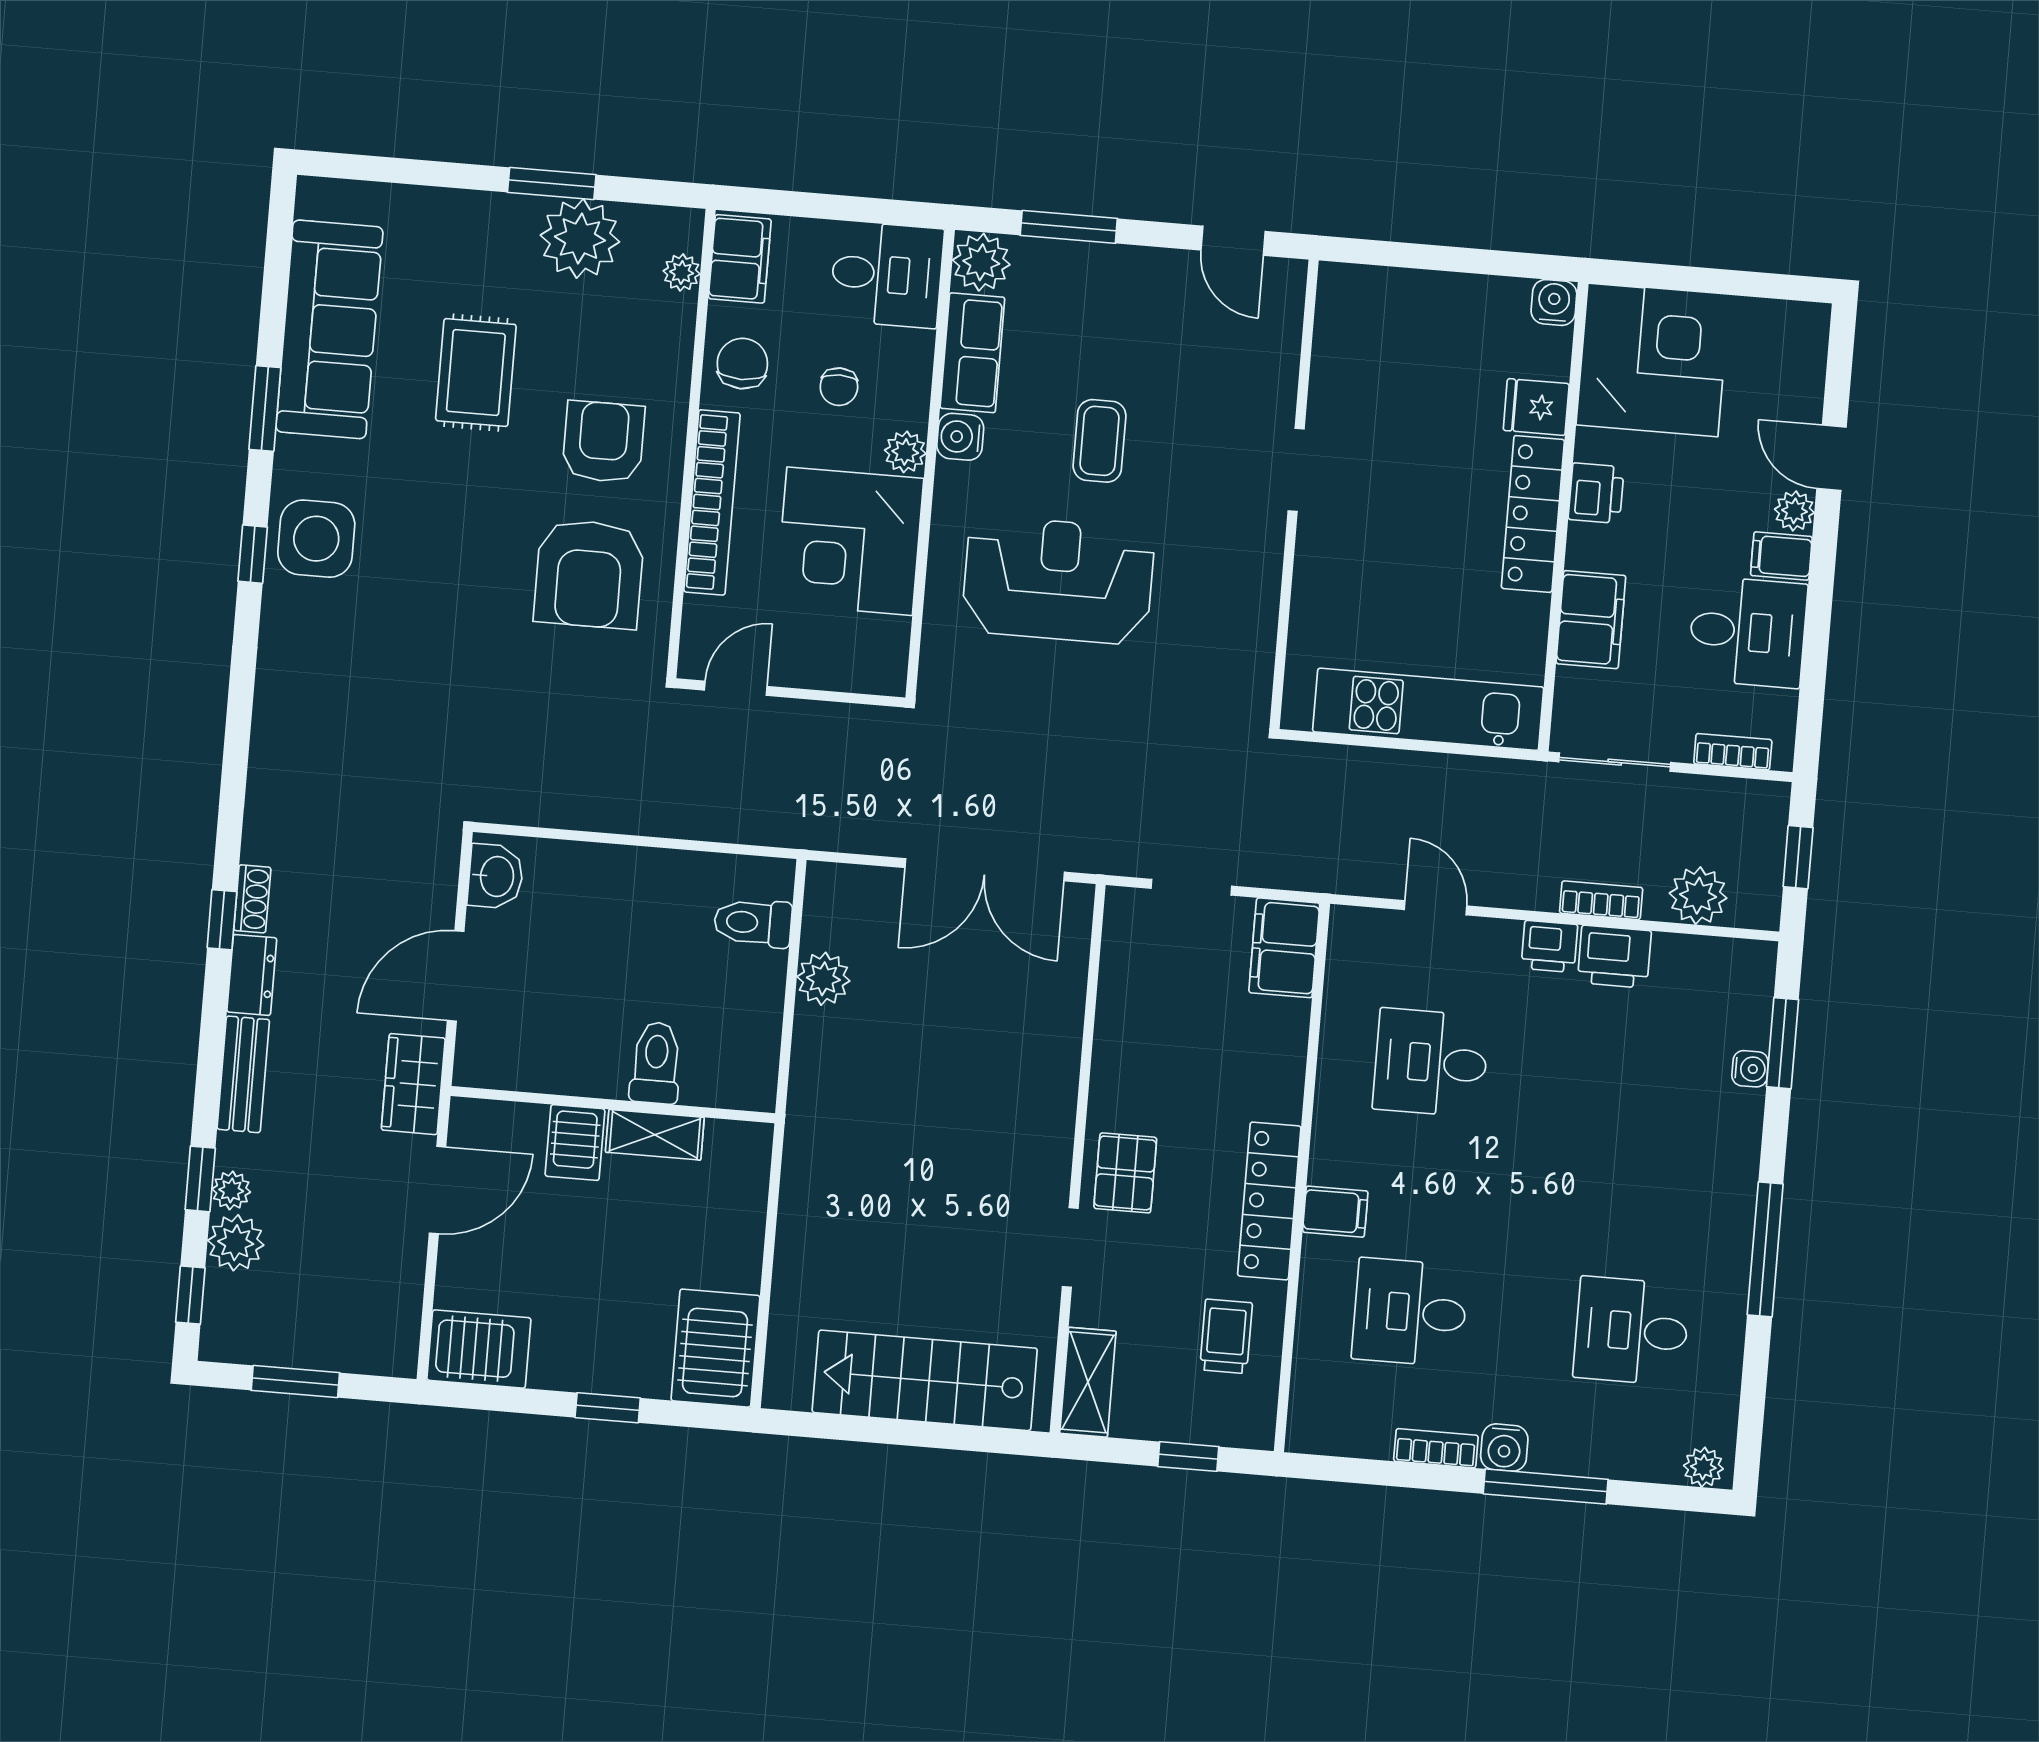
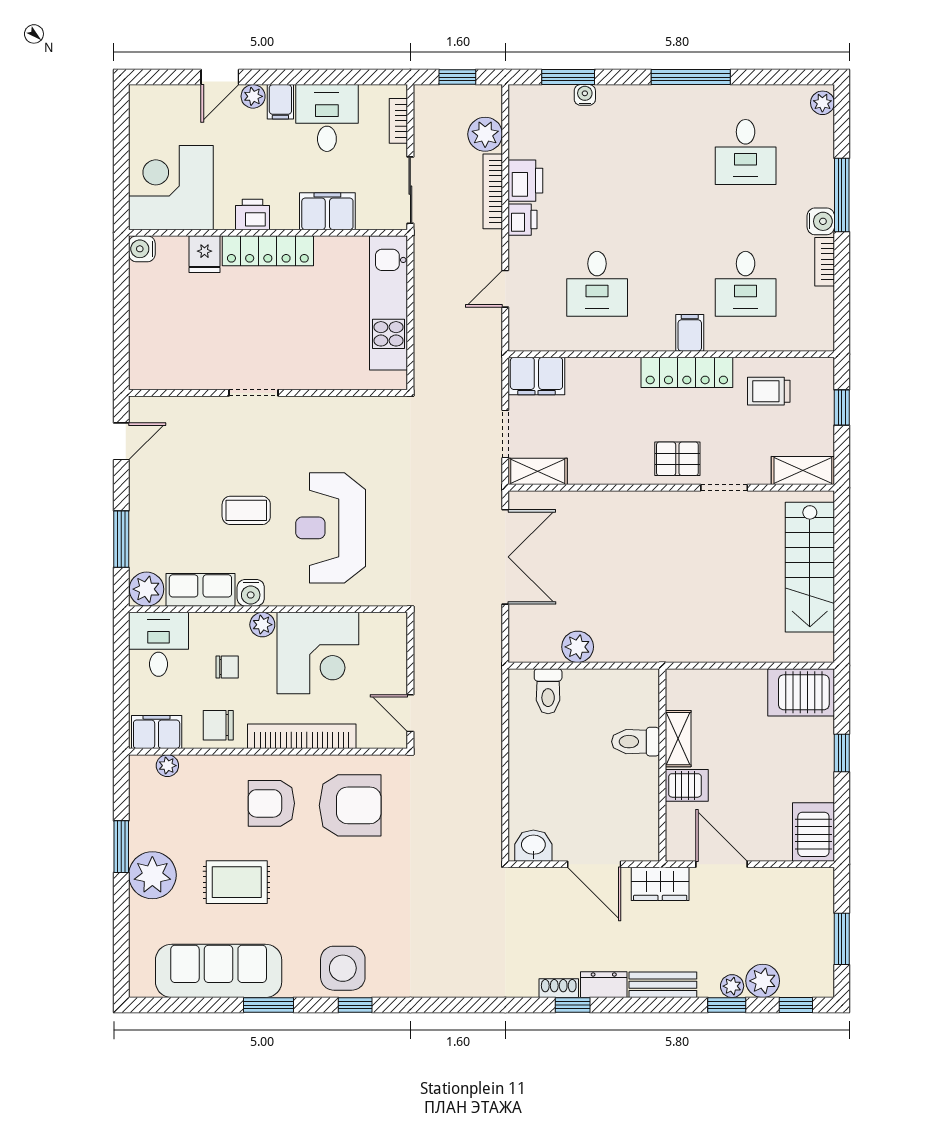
plant: (580, 238) -> (152, 875), moved
bookcase: (1601, 900) -> (493, 191), width x1.56
shelving: (1124, 936) -> (538, 471), added

